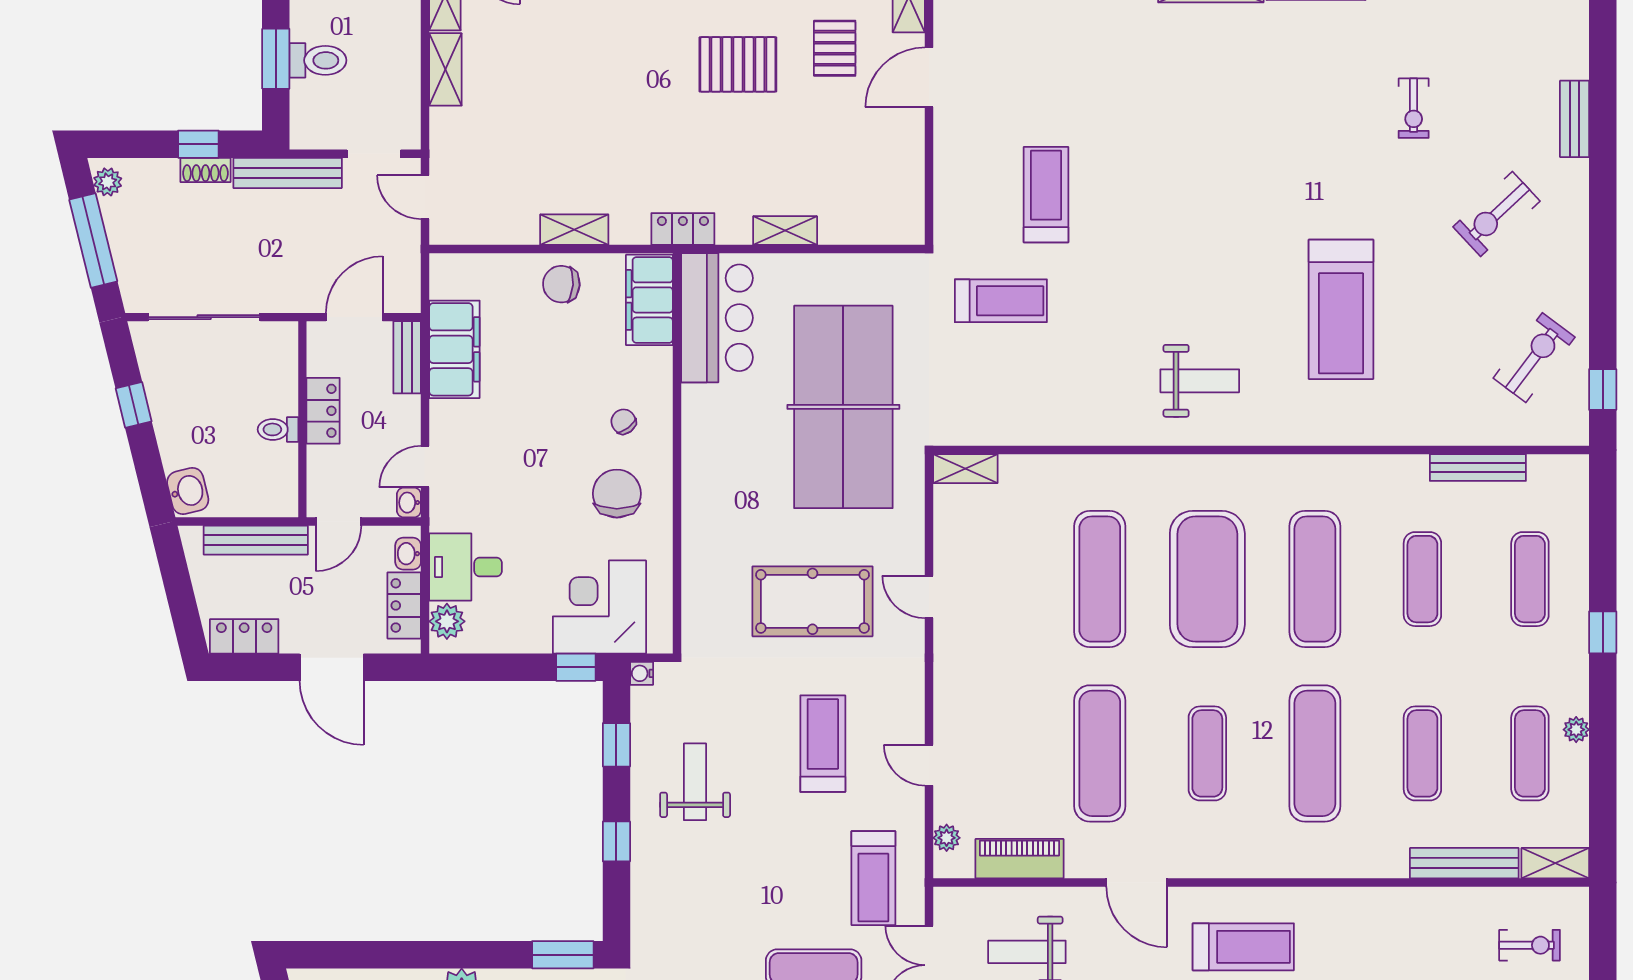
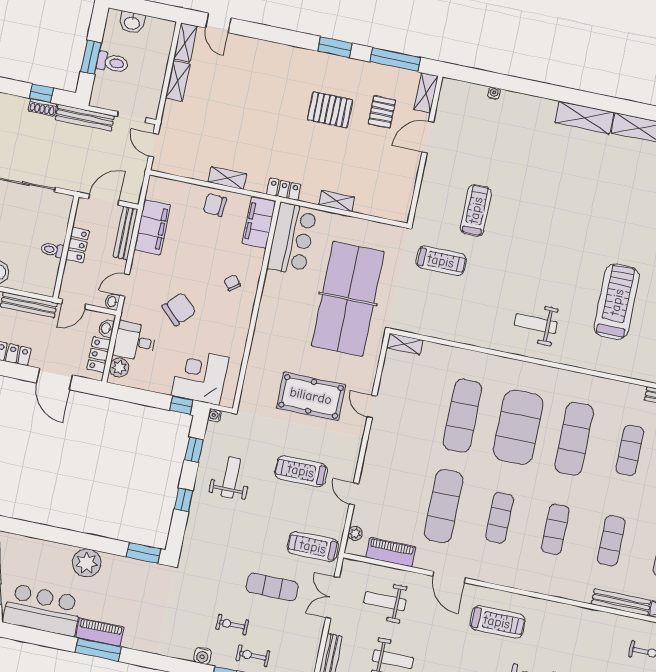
treadmill: (1341, 309) -> (617, 302), turned 180
bench: (407, 357) -> (126, 233), width x1.36
weight bench: (1200, 381) -> (536, 324), turned 180
chair: (617, 494) -> (179, 309), moved, turned 44
treadmill: (823, 744) -> (301, 471), turned -90
exercise mat: (1315, 753) -> (555, 529), width x0.73, depth x0.69
treadmill: (873, 878) -> (313, 547), turned 90

